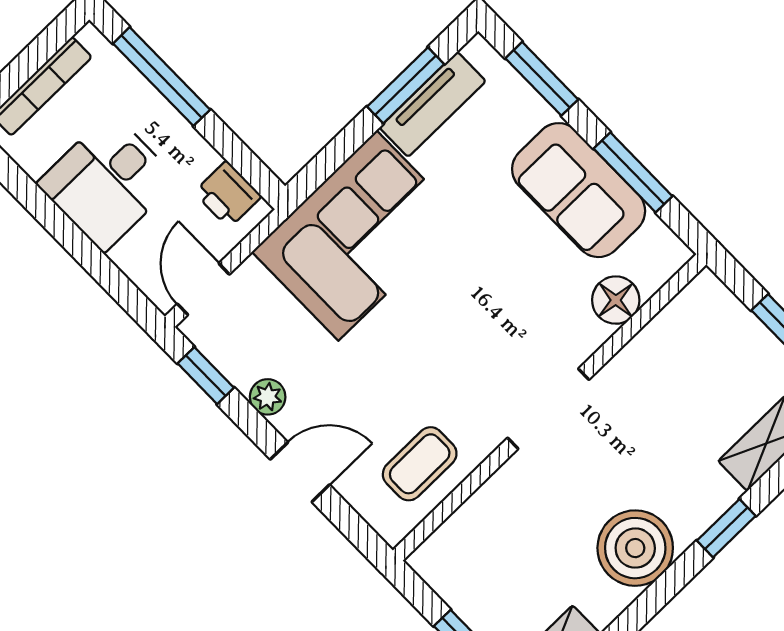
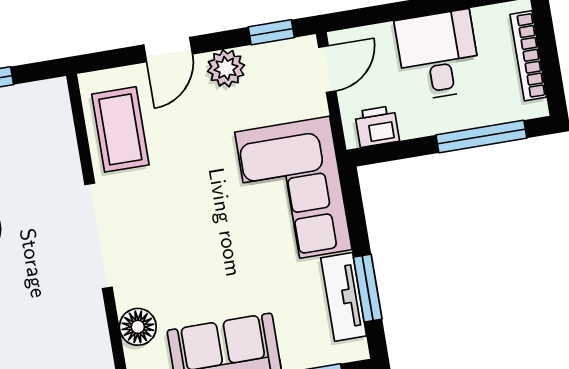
door: (203, 289) -> (327, 69), hinge flipped
plant: (268, 397) -> (226, 68), width x1.38, depth x1.38
doorway: (548, 409) -> (98, 236), width x1.36
coffee table: (420, 464) -> (120, 129), width x1.36, depth x1.30

